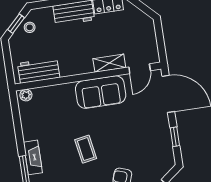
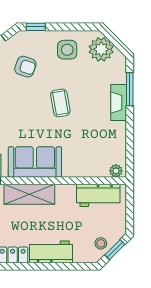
shelving: (109, 63) -> (29, 194), width x1.50, depth x1.33

